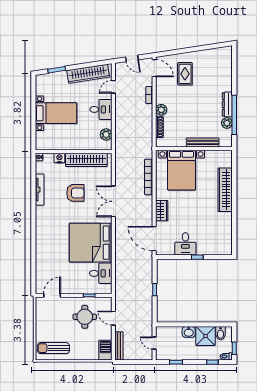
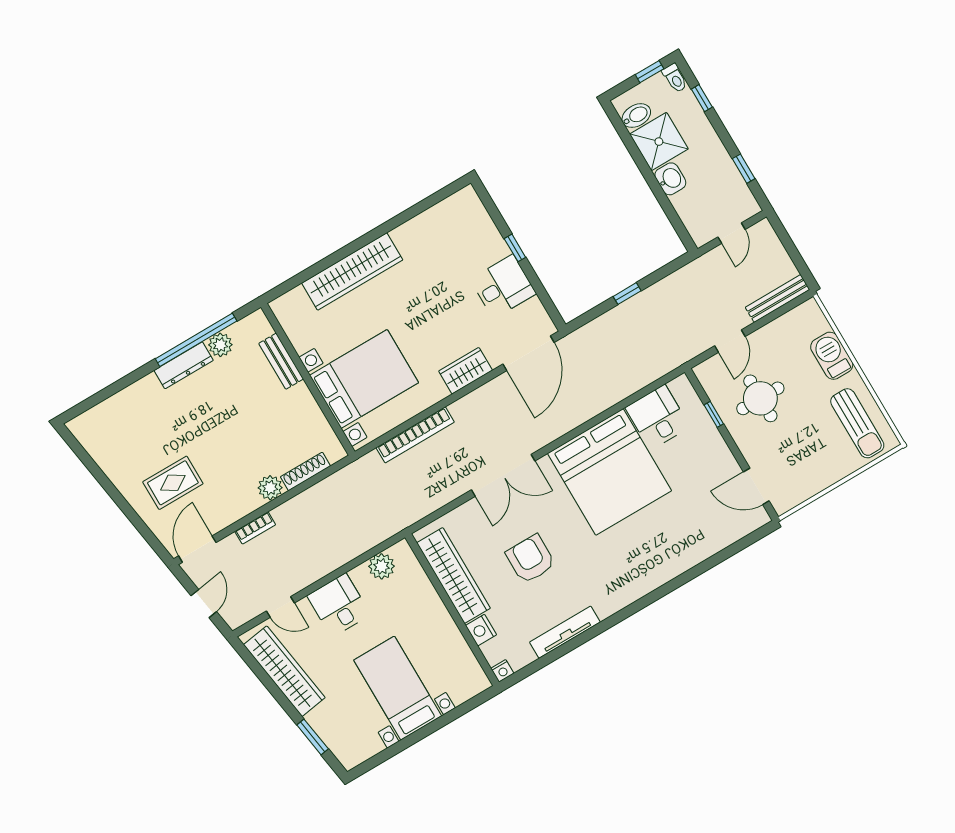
bench: (203, 142) -> (281, 361), width x0.73
barbecue: (105, 350) -> (832, 356), moved, turned 90

